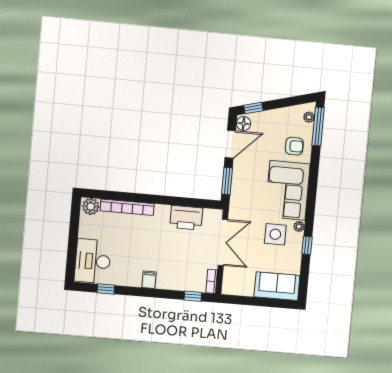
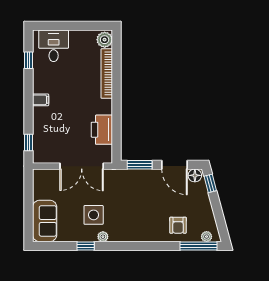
corner sofa: (288, 190) -> (136, 223), removed
desk: (93, 261) -> (54, 46), width x0.73
bookcase: (212, 281) -> (44, 159), removed

